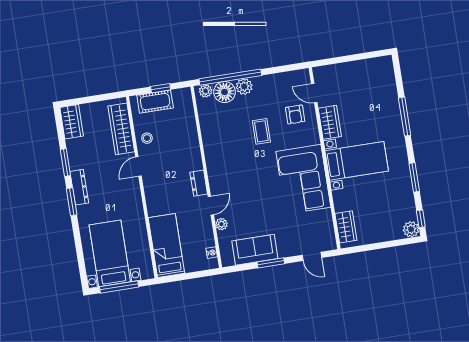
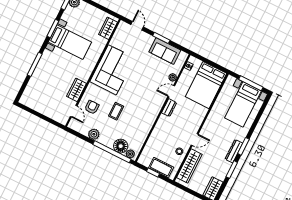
plant: (244, 87) -> (94, 134), moved
bed with nightstands: (357, 161) -> (70, 42), moved, turned 180
bed: (166, 246) -> (206, 85), width x1.50

